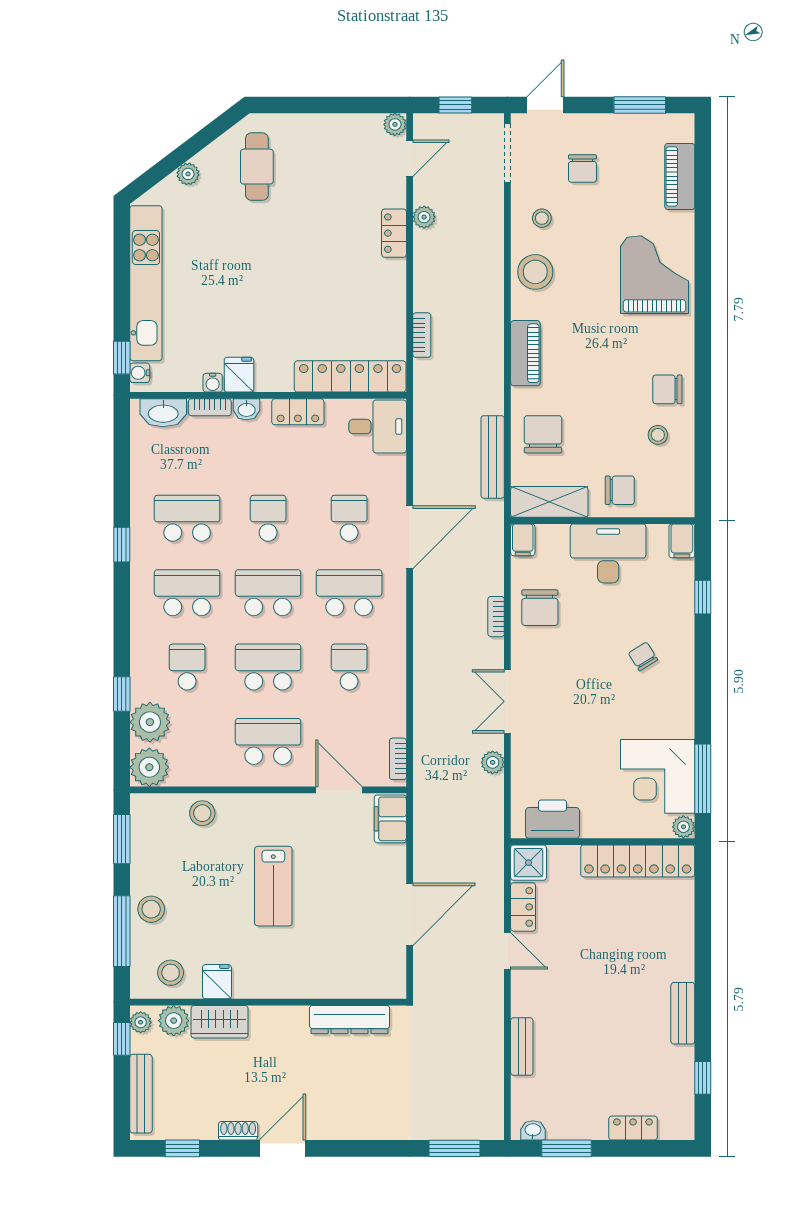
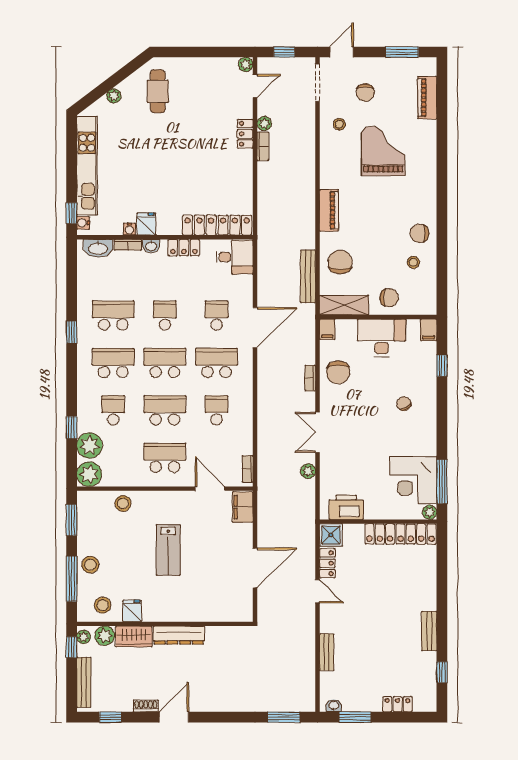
stool: (535, 272) -> (335, 158), removed
grand piano: (655, 275) -> (383, 151), moved
bookcase: (422, 335) -> (263, 146), moved
dresser: (350, 1020) -> (179, 635), moved

